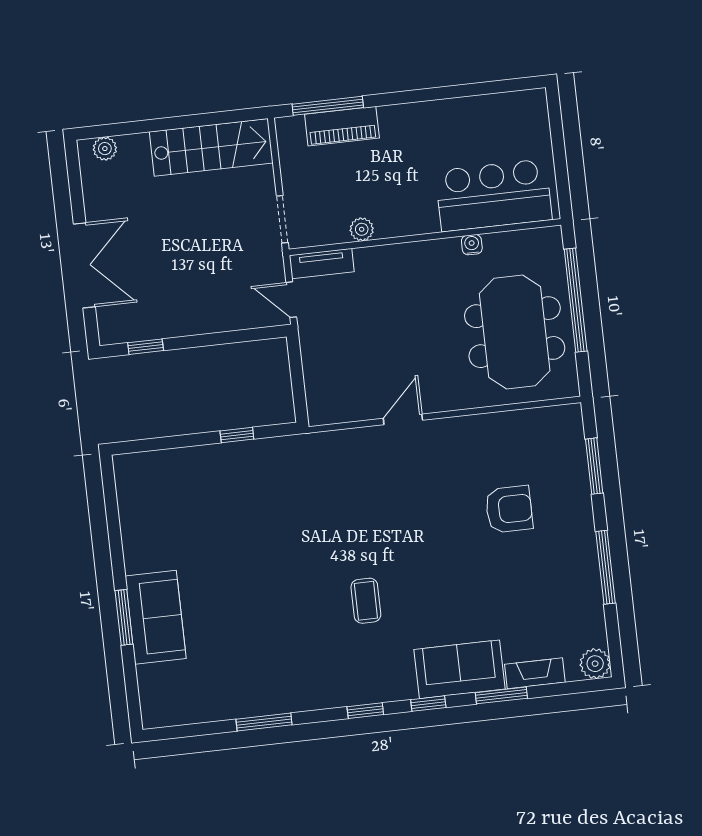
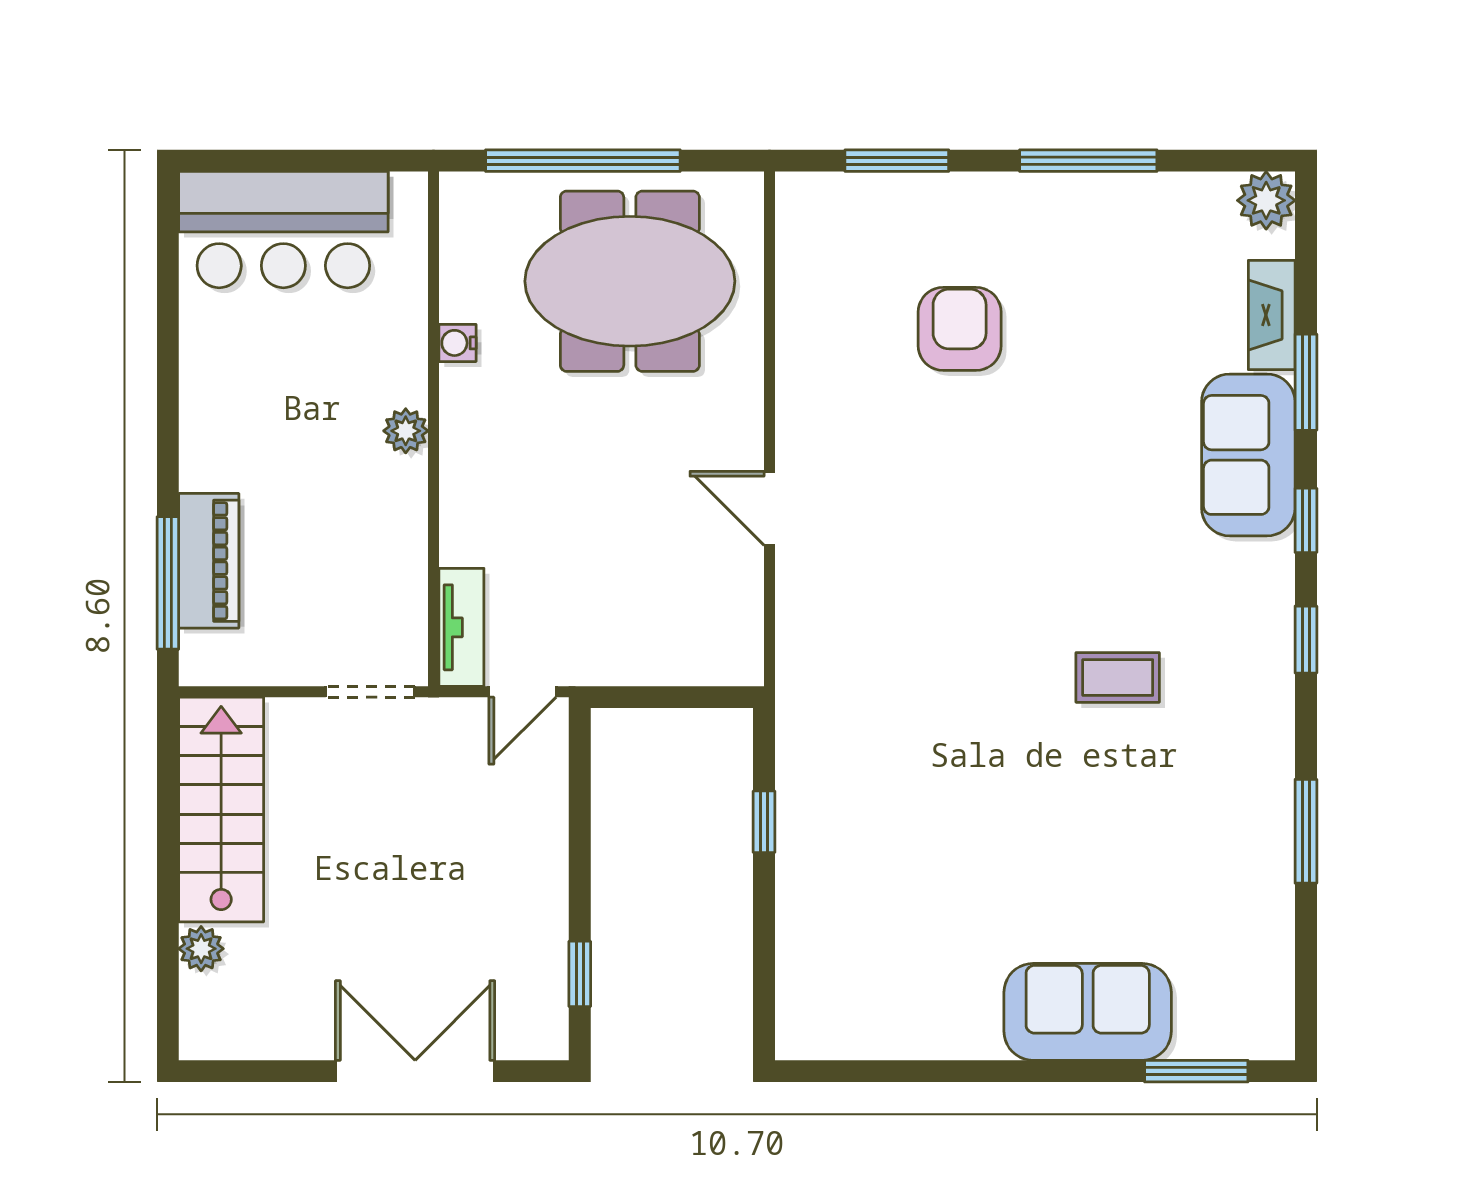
plant: (105, 149) -> (201, 949), moved
bar counter: (494, 195) -> (283, 230), moved, turned -90
plant: (362, 229) -> (406, 431), moved
coffee table: (366, 601) -> (1118, 677), moved
window: (124, 617) -> (1196, 1071), moved

